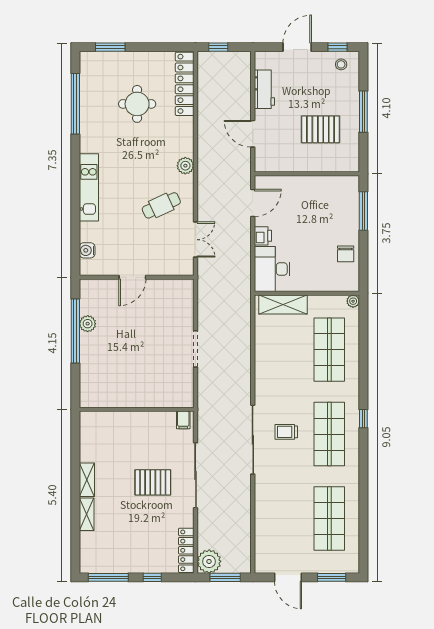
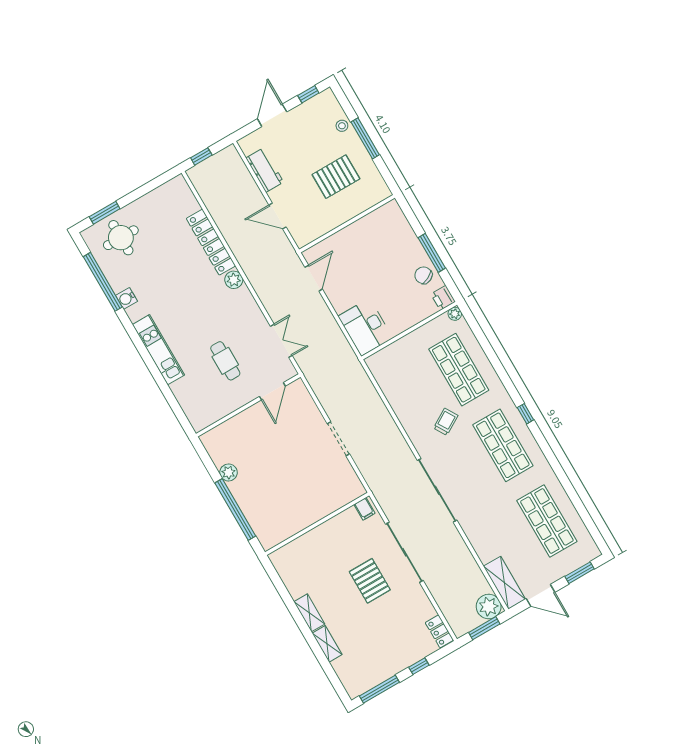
stool: (341, 64) -> (342, 126), moved
locker: (185, 84) -> (211, 242), moved
round table: (137, 104) -> (121, 238), moved
cafe table: (161, 205) -> (225, 361), moved, turned -65
window: (363, 211) -> (432, 253), moved
printer: (263, 236) -> (443, 298), moved, turned 180
water cooler: (87, 250) -> (127, 298), moved
chair: (346, 254) -> (423, 275), turned 153
door: (132, 277) -> (272, 391), moved
shelving: (283, 304) -> (504, 583), moved, turned 90
window: (75, 331) -> (235, 510), moved
trolley: (286, 432) -> (446, 422), moved, turned 149
pallet: (153, 482) -> (370, 581), turned 90
locker: (186, 550) -> (439, 631), width x0.66
plant: (209, 561) -> (489, 607), moved

